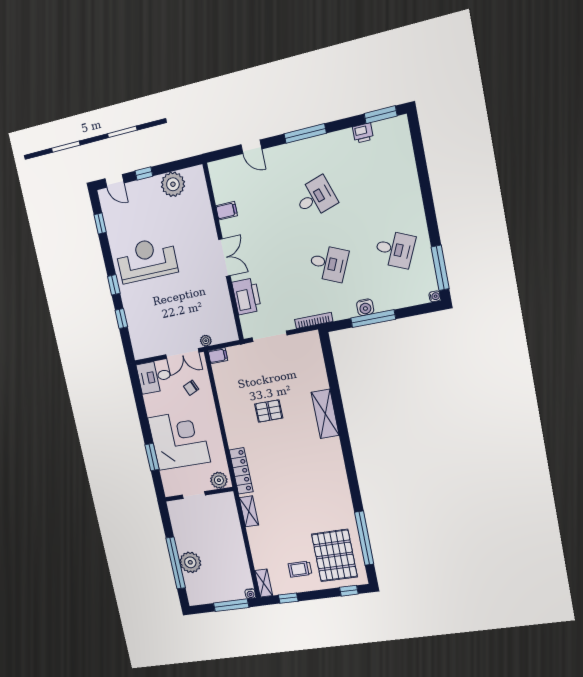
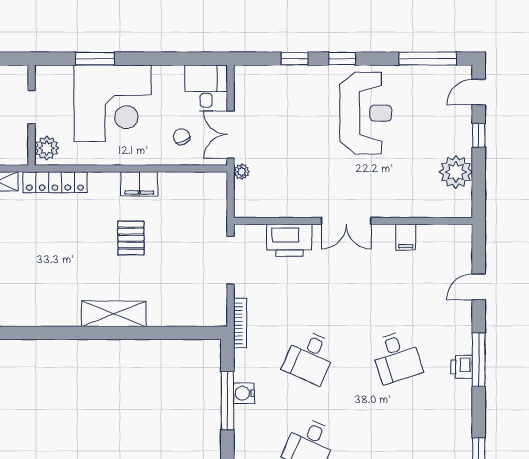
printer: (363, 133) -> (462, 367), moved
window: (100, 223) -> (428, 59), width x2.17
filing cabinet: (218, 356) -> (139, 184), moved, width x2.00

